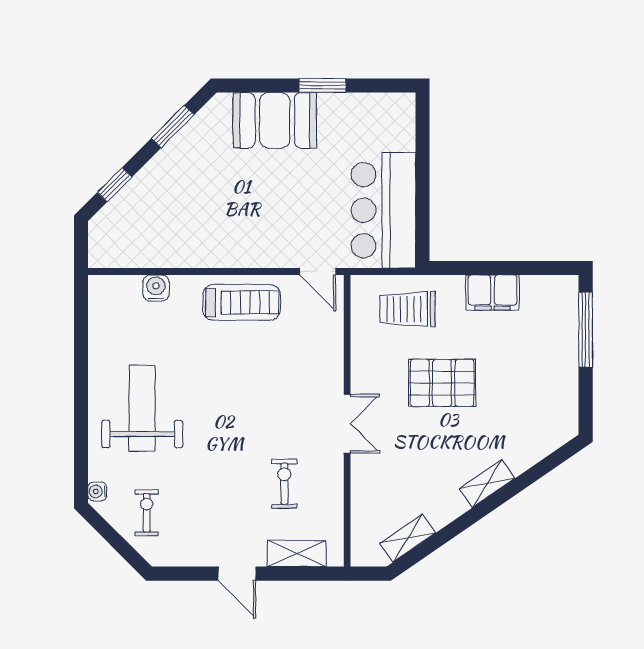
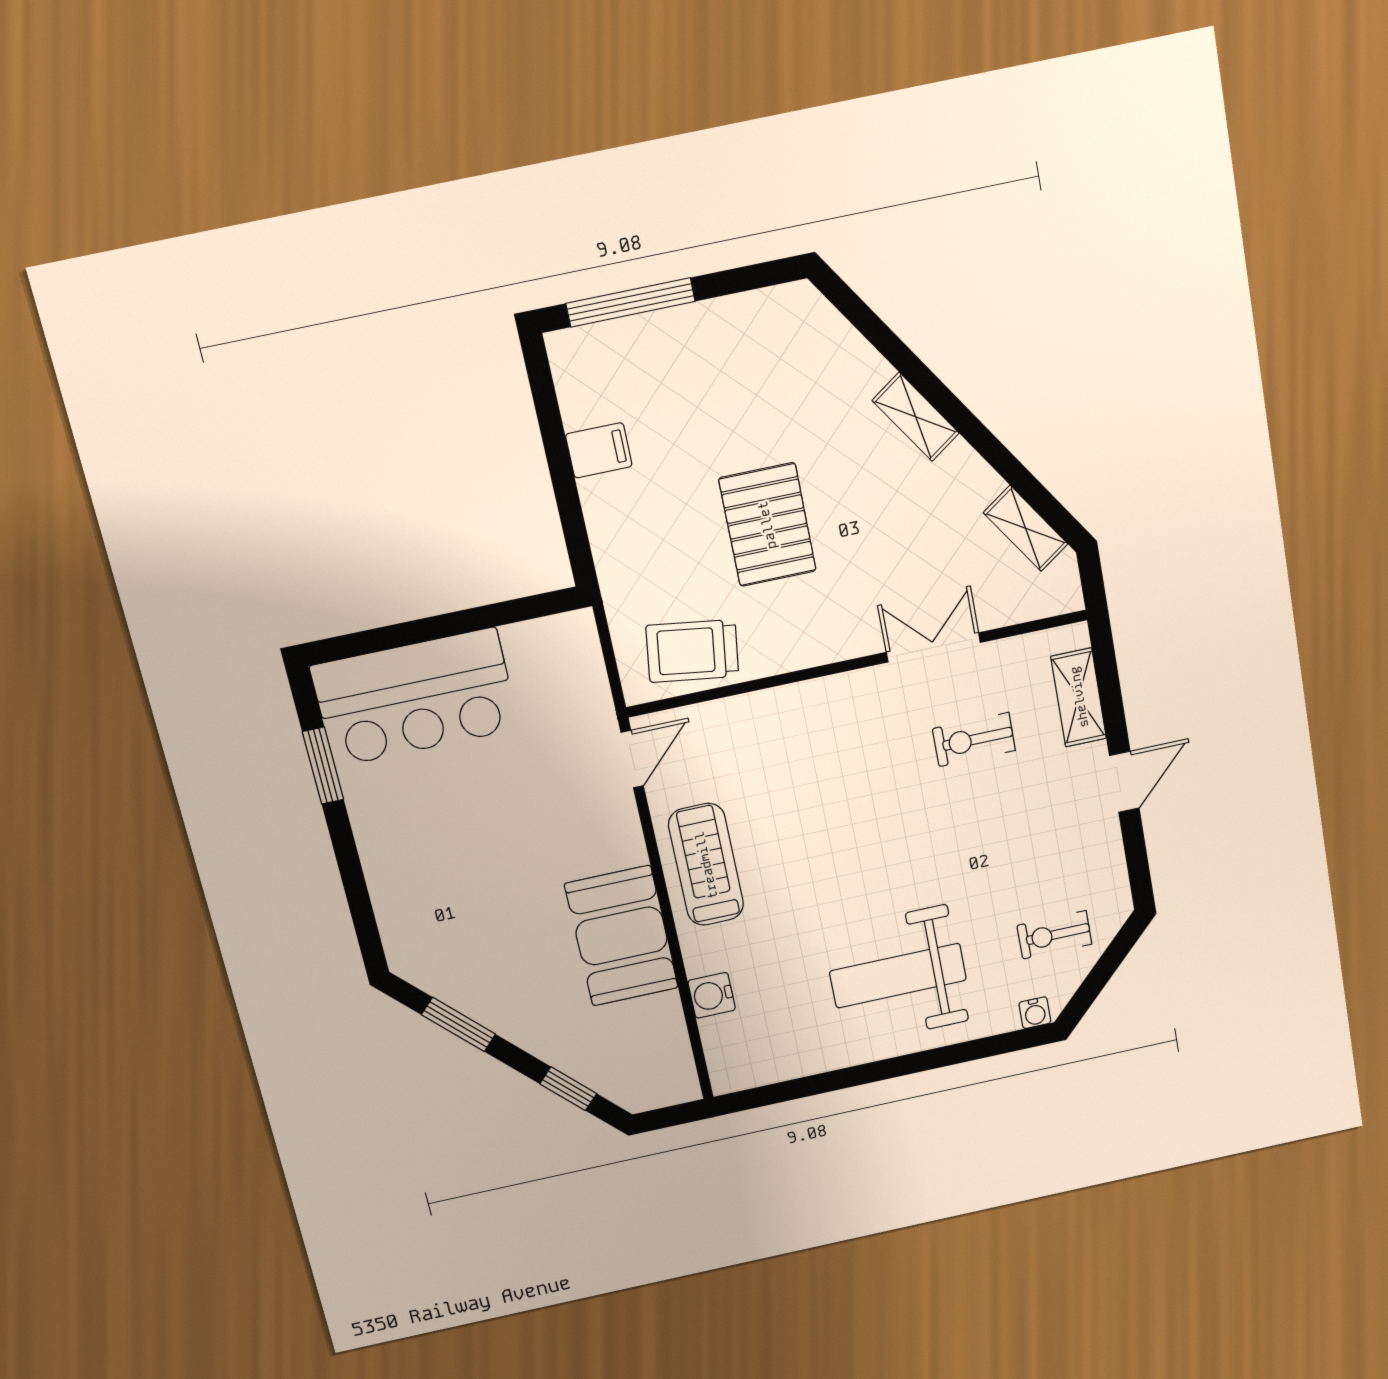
window: (322, 86) -> (323, 766), moved
booth: (275, 120) -> (622, 936), moved
bar counter: (383, 210) -> (415, 697), moved
filing cabinet: (493, 293) -> (599, 450), width x0.50
trolley: (407, 309) -> (692, 651), moved, turned 98
double door: (347, 424) -> (933, 647), moved

